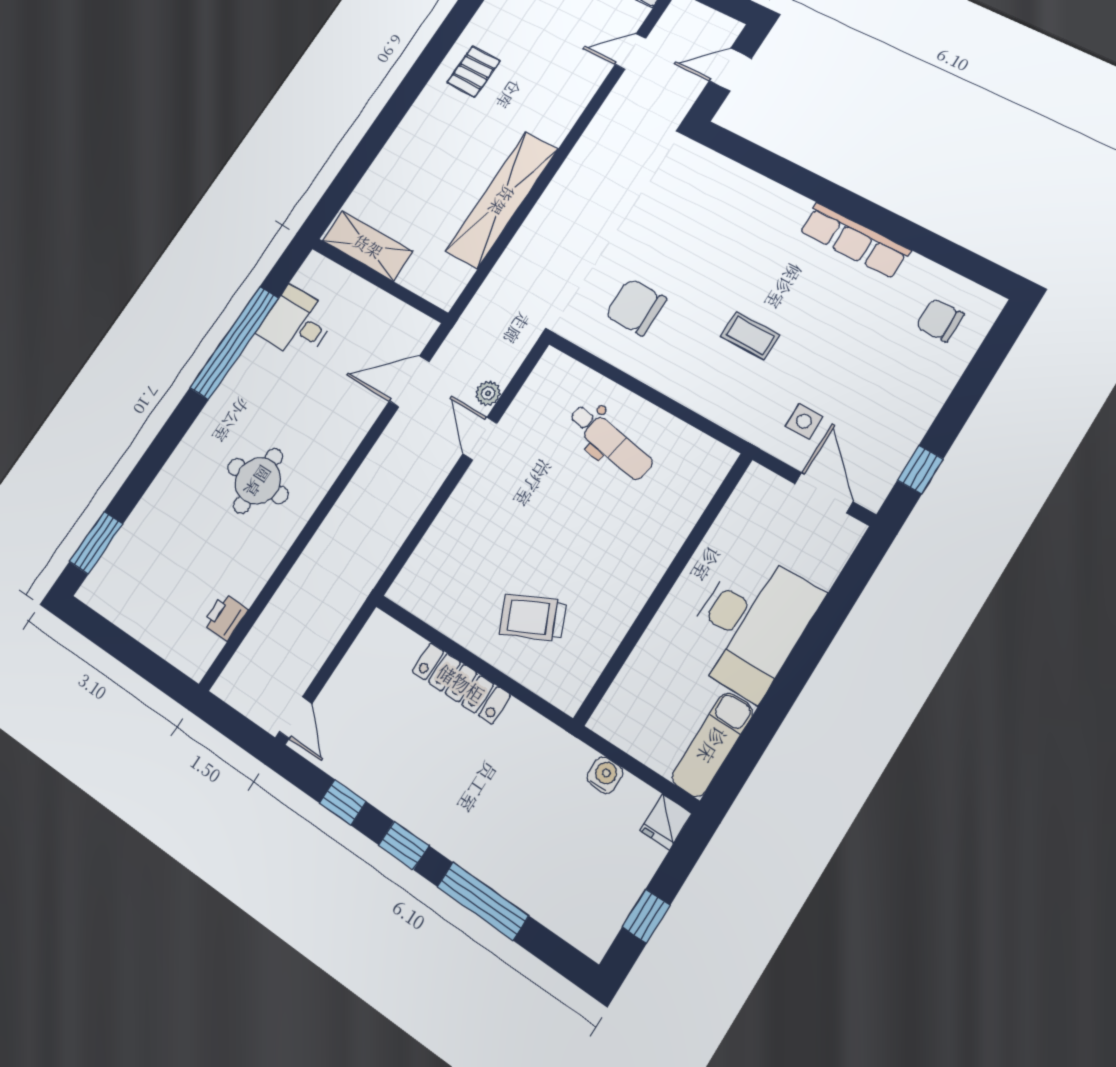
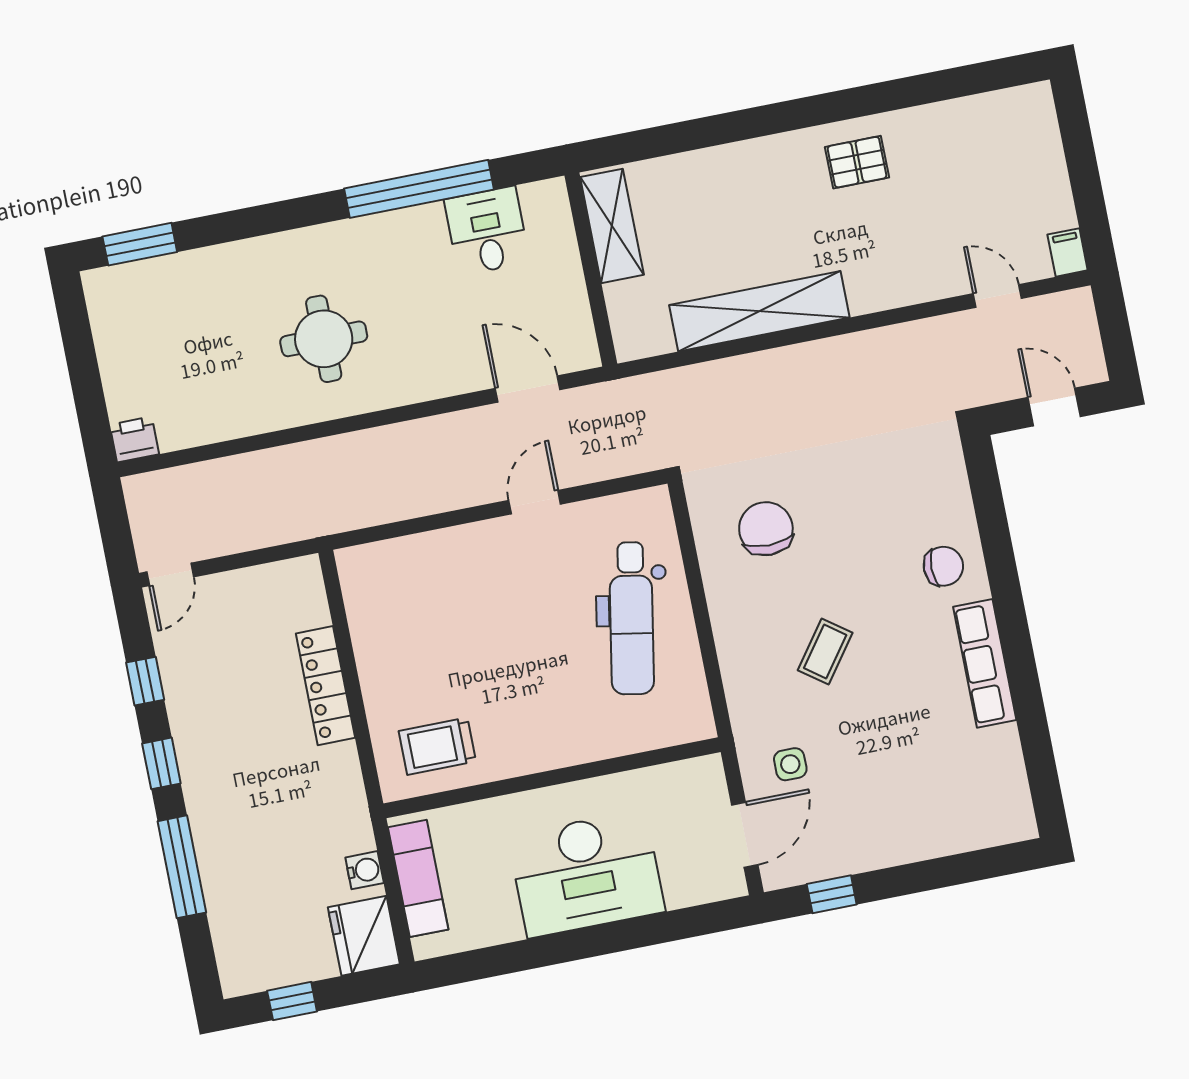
chair: (940, 320) -> (943, 566), moved, turned 90
coffee table: (750, 336) -> (825, 651), turned 36
plant: (488, 393) -> (579, 471), removed
dental chair: (610, 442) -> (632, 618), width x1.36, depth x1.38
printer: (225, 617) -> (134, 439), moved
trolley: (533, 617) -> (437, 746), moved, turned -65
exam couch: (712, 745) -> (418, 878), moved, turned 90
fridge: (666, 822) -> (364, 936), width x1.88, depth x1.34

